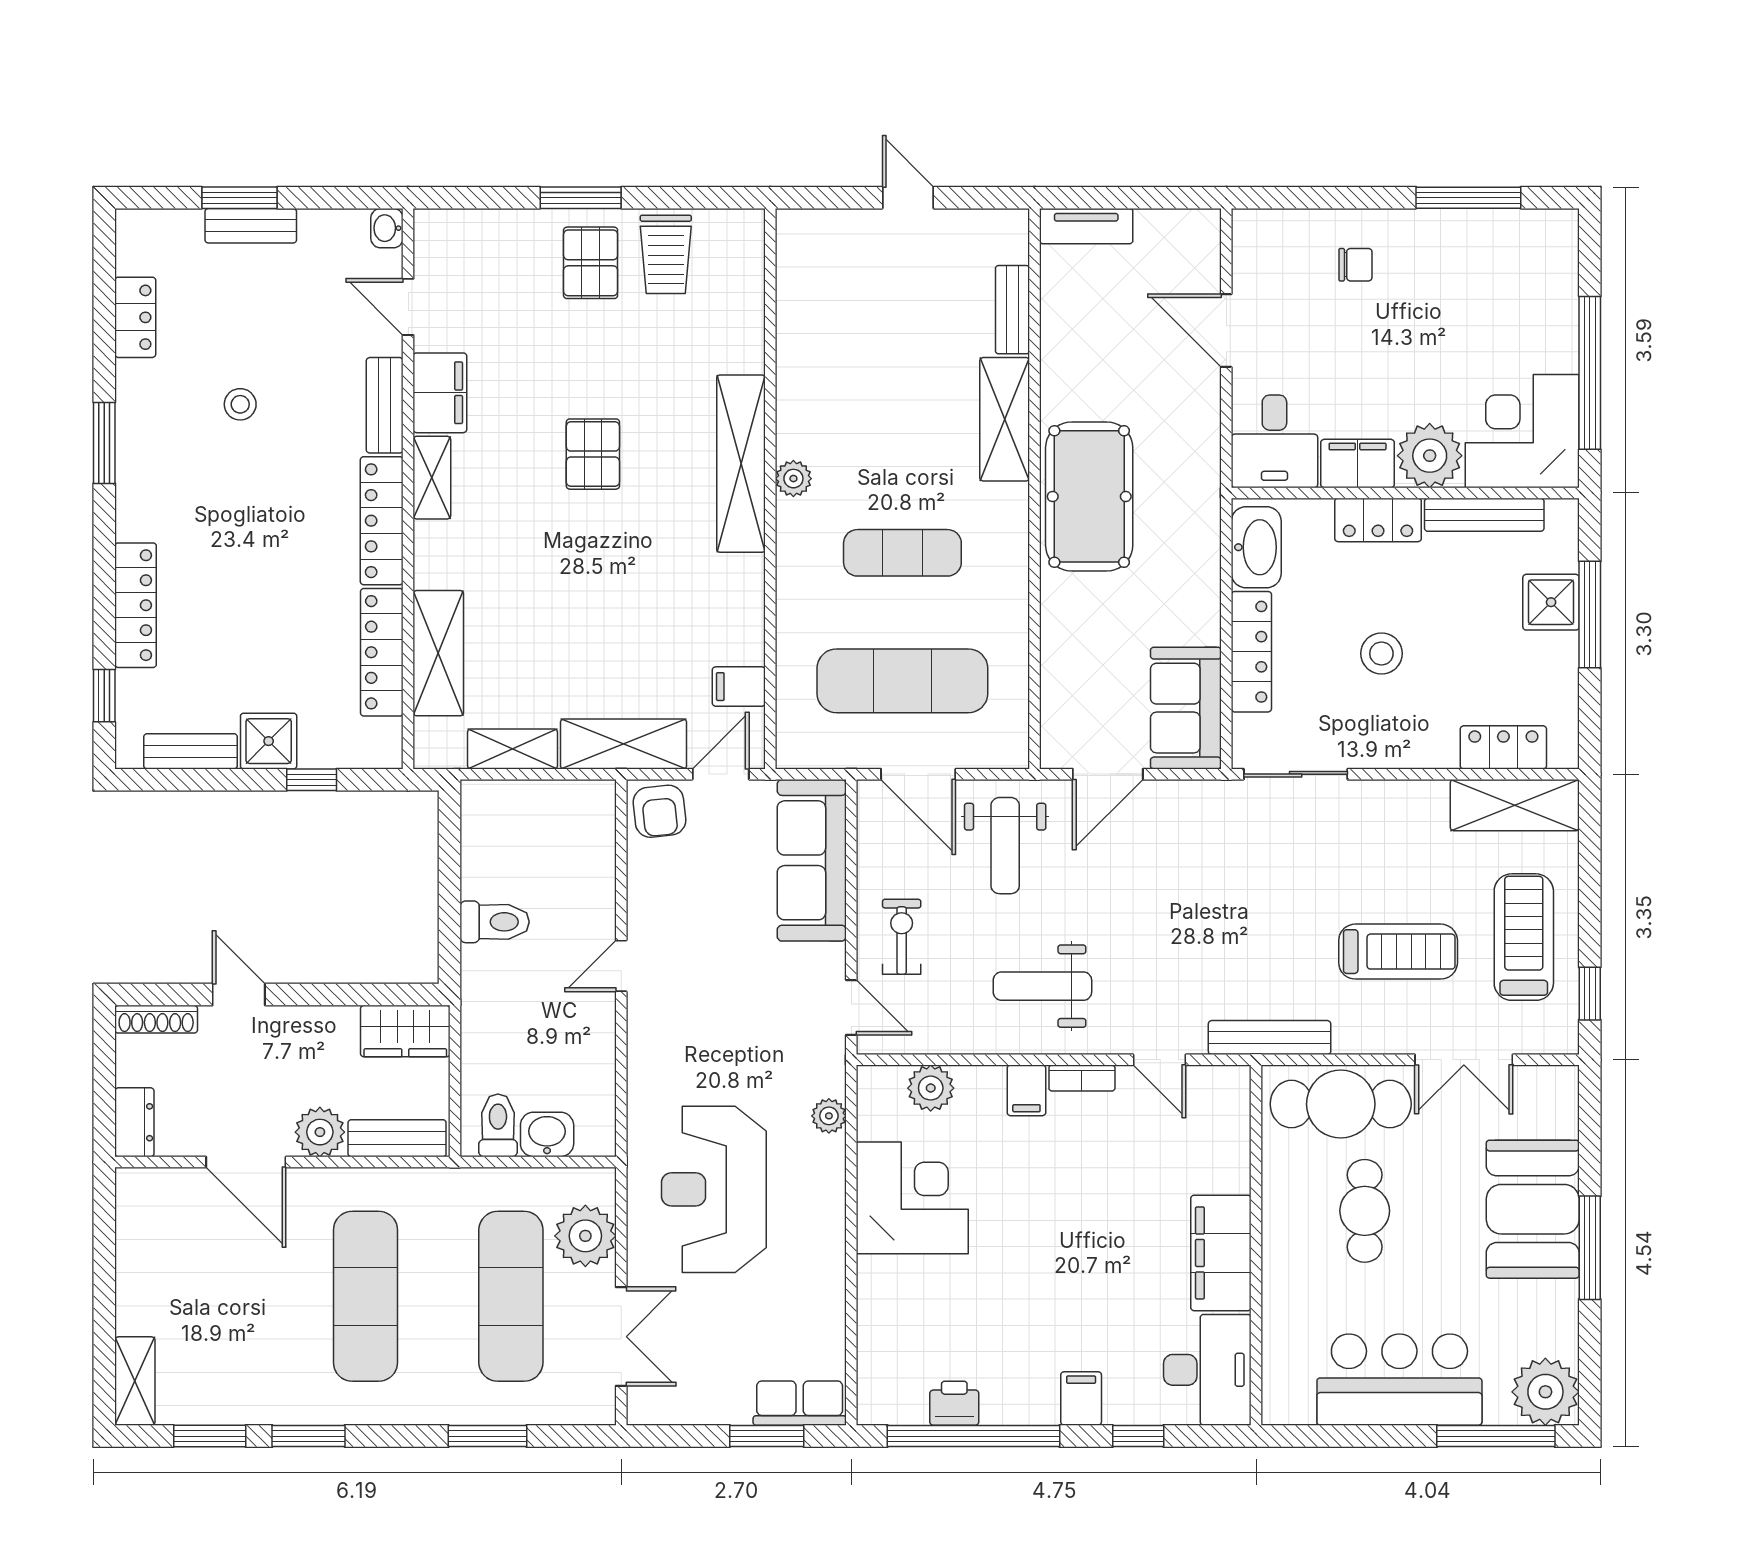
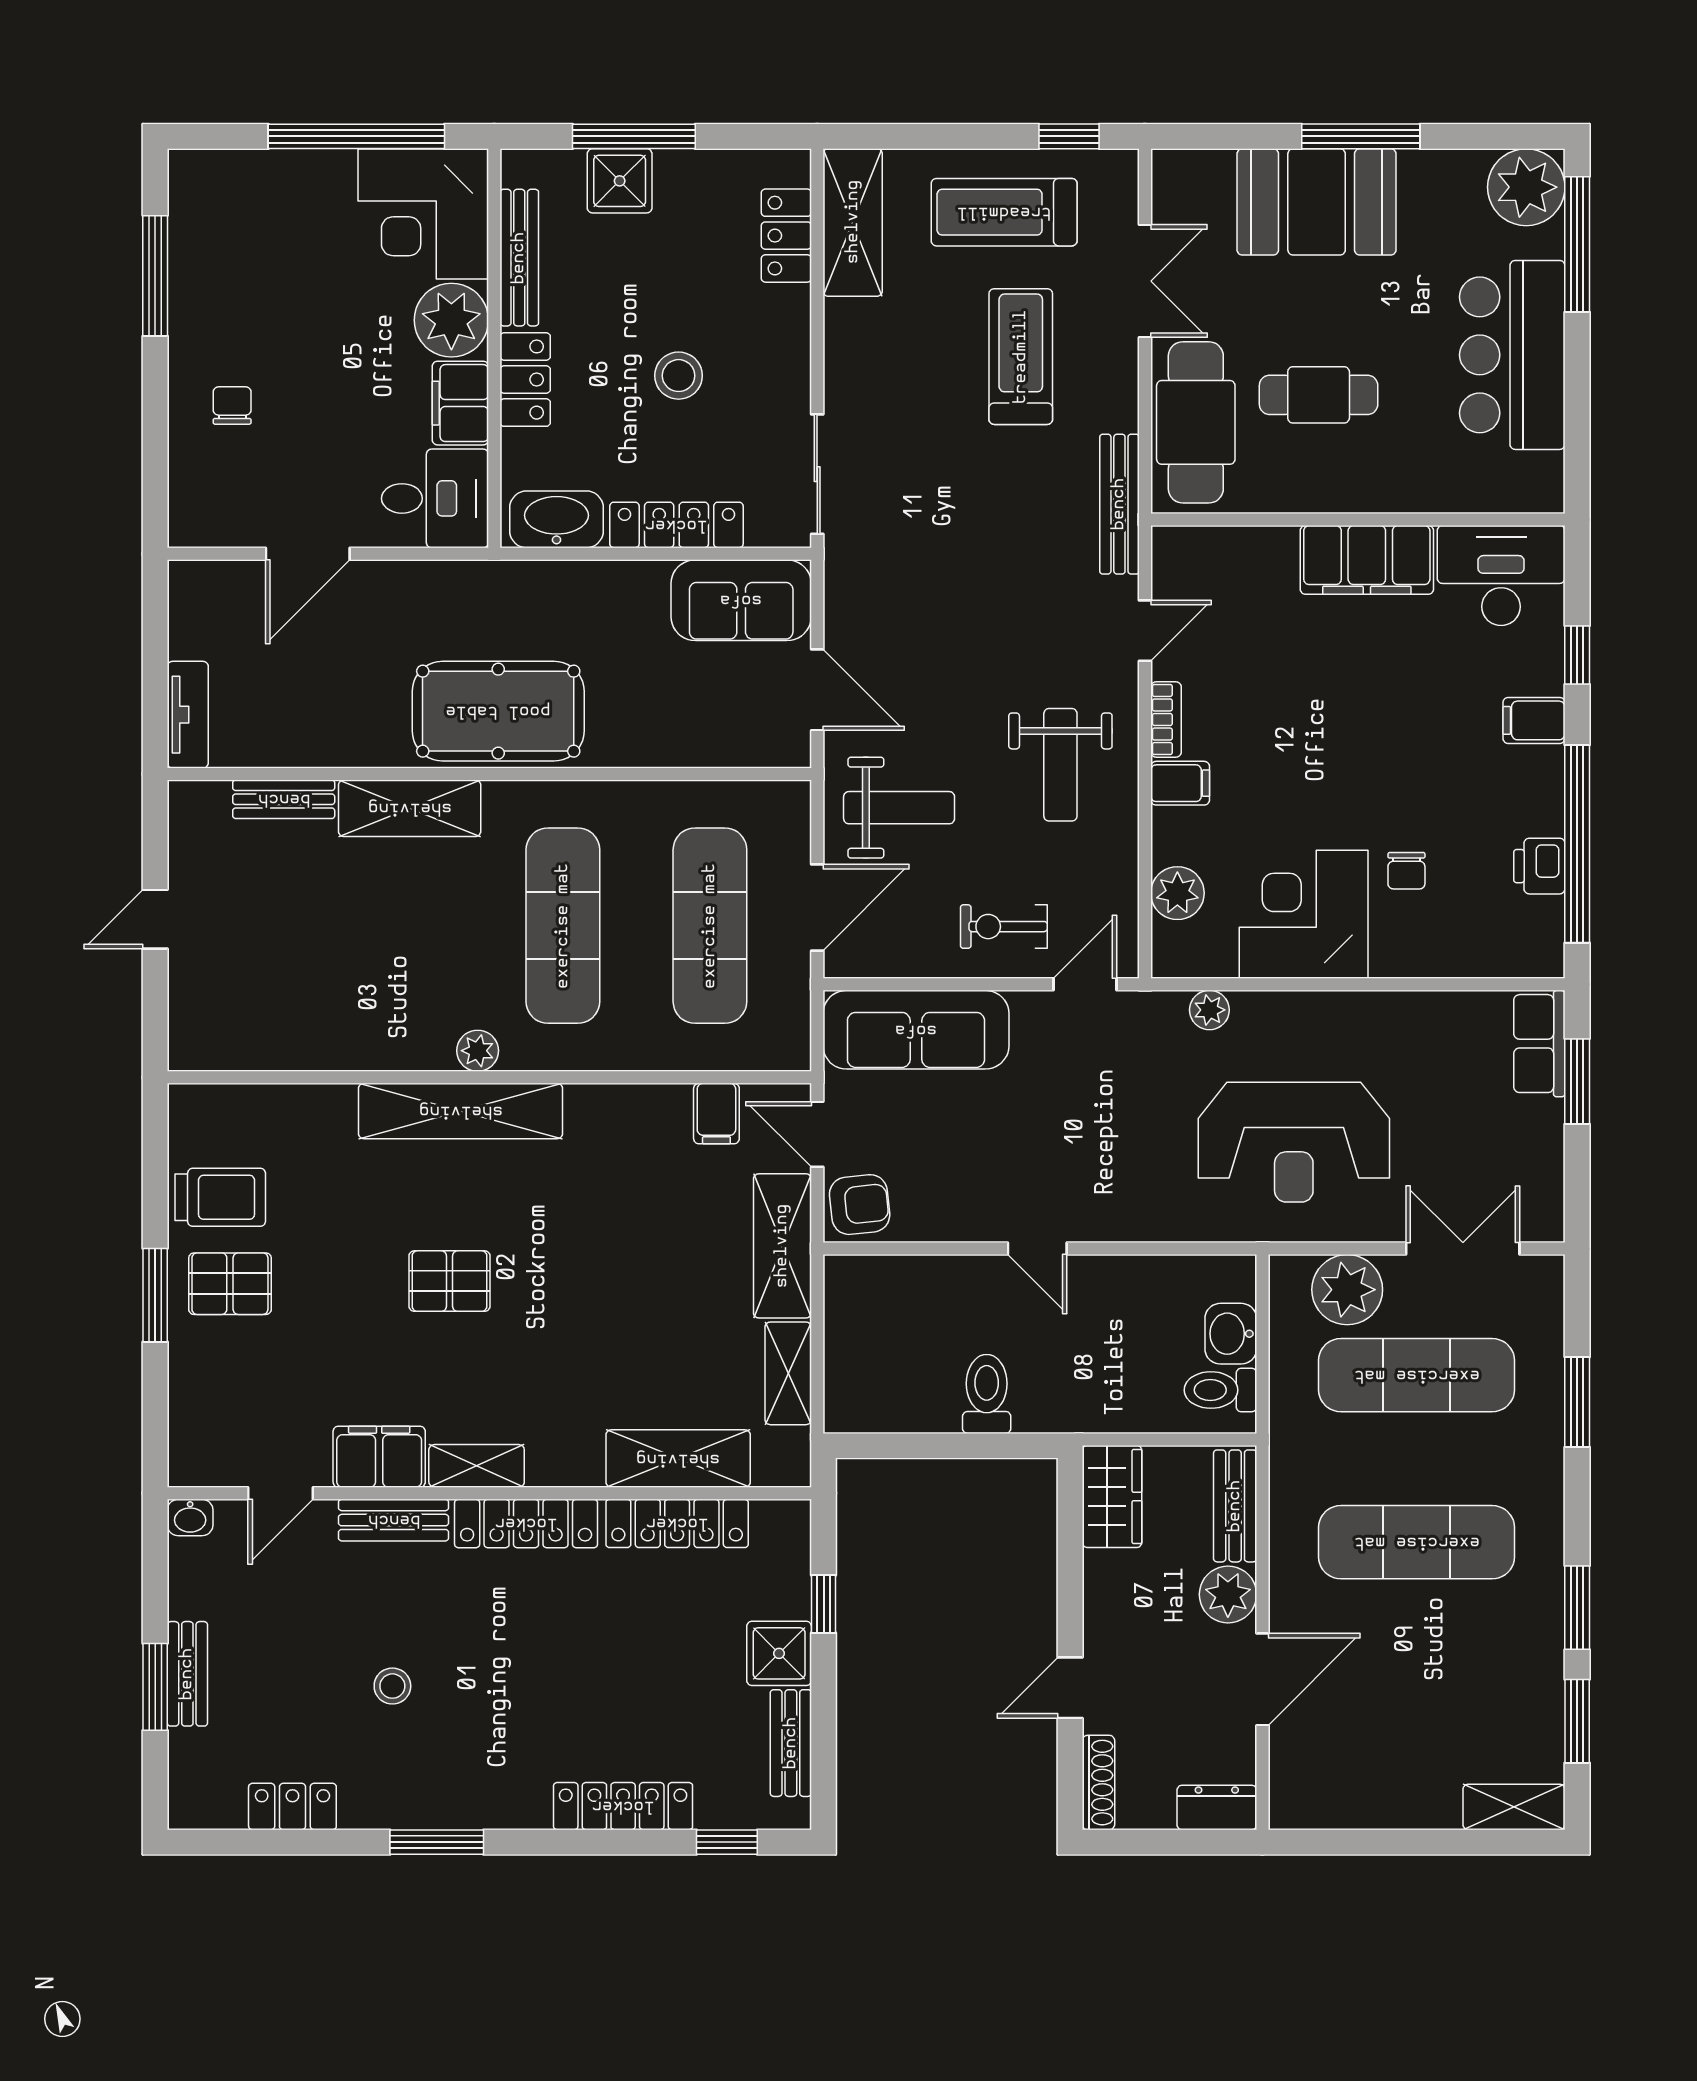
exercise mat: (902, 553) -> (563, 926), width x1.36, depth x1.45
chair: (950, 1287) -> (1406, 871), added

